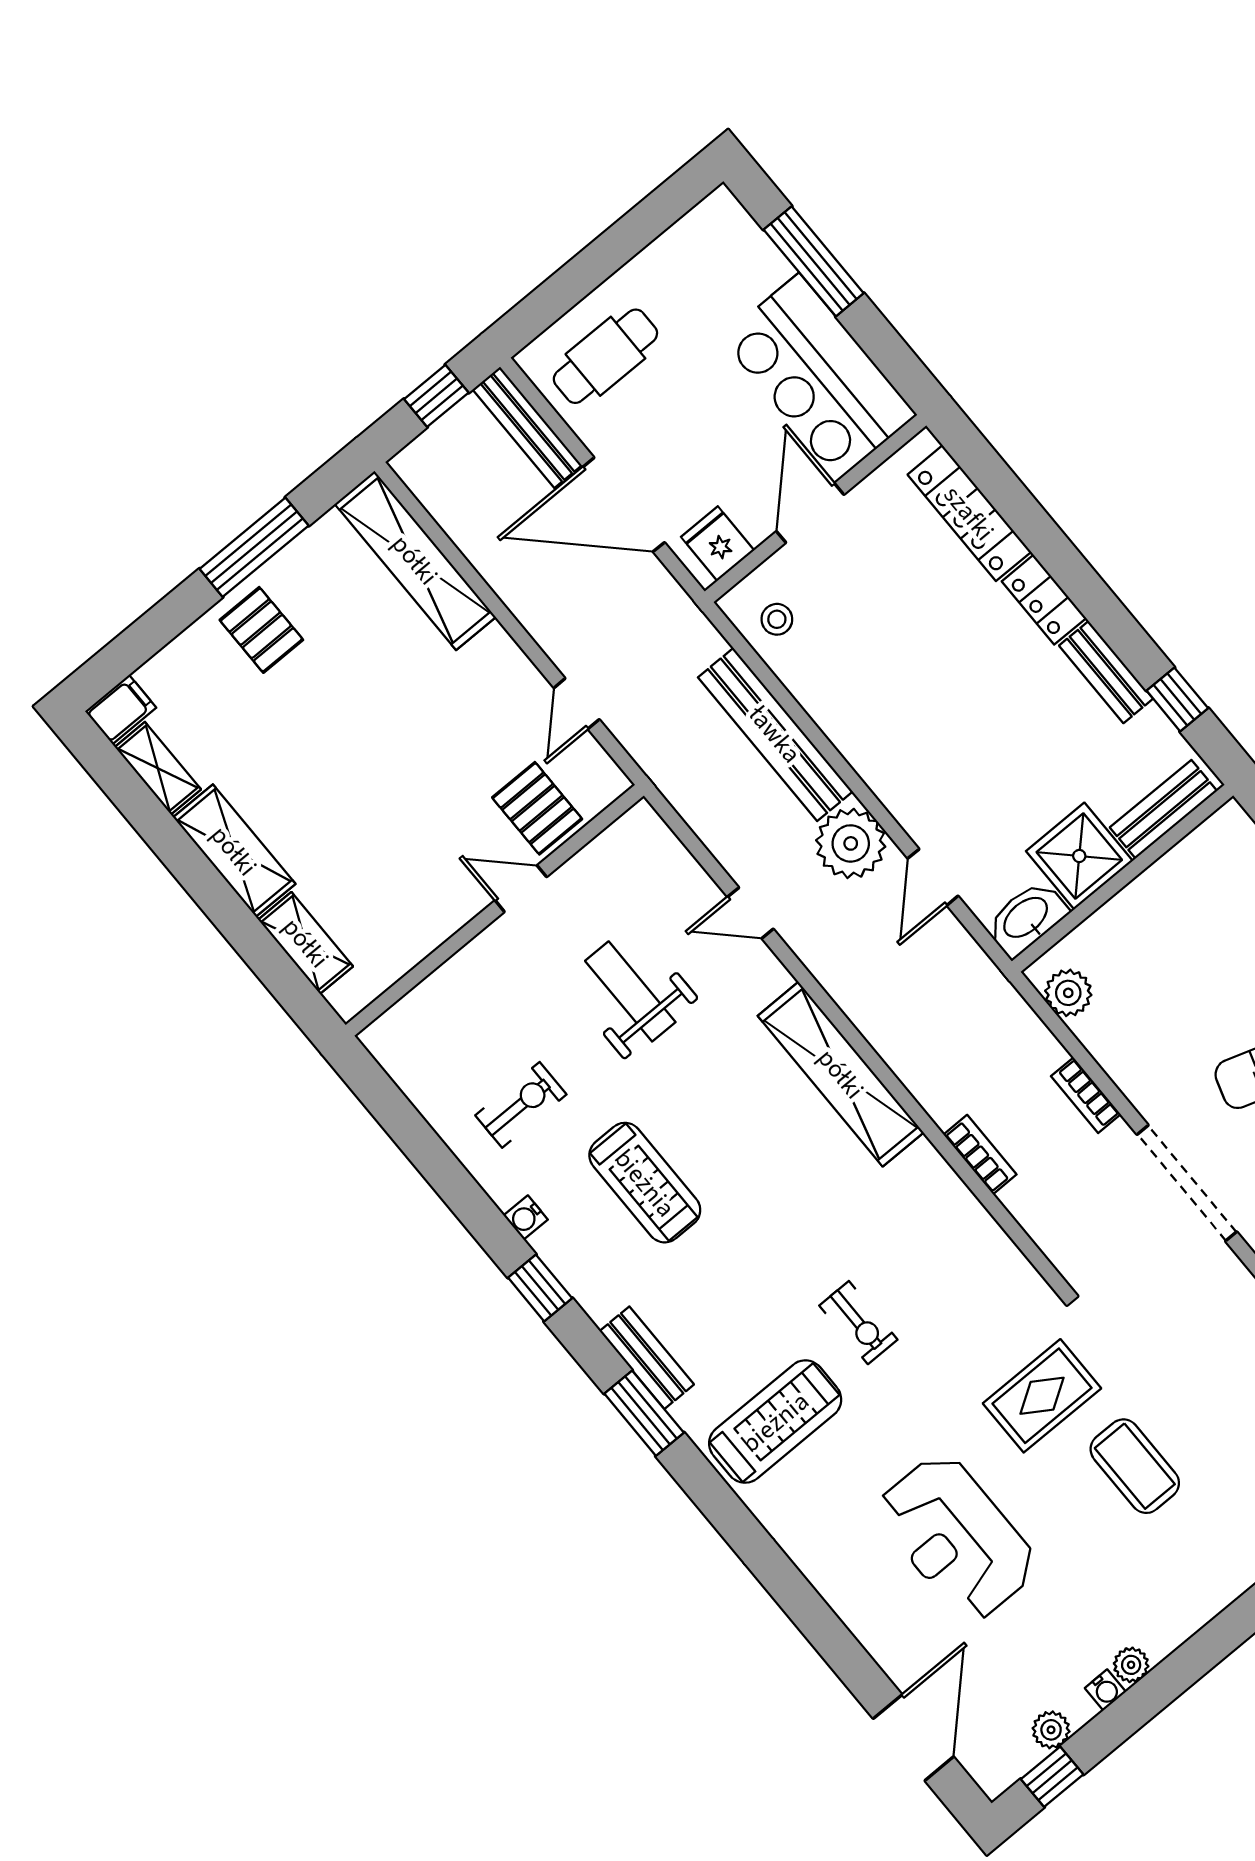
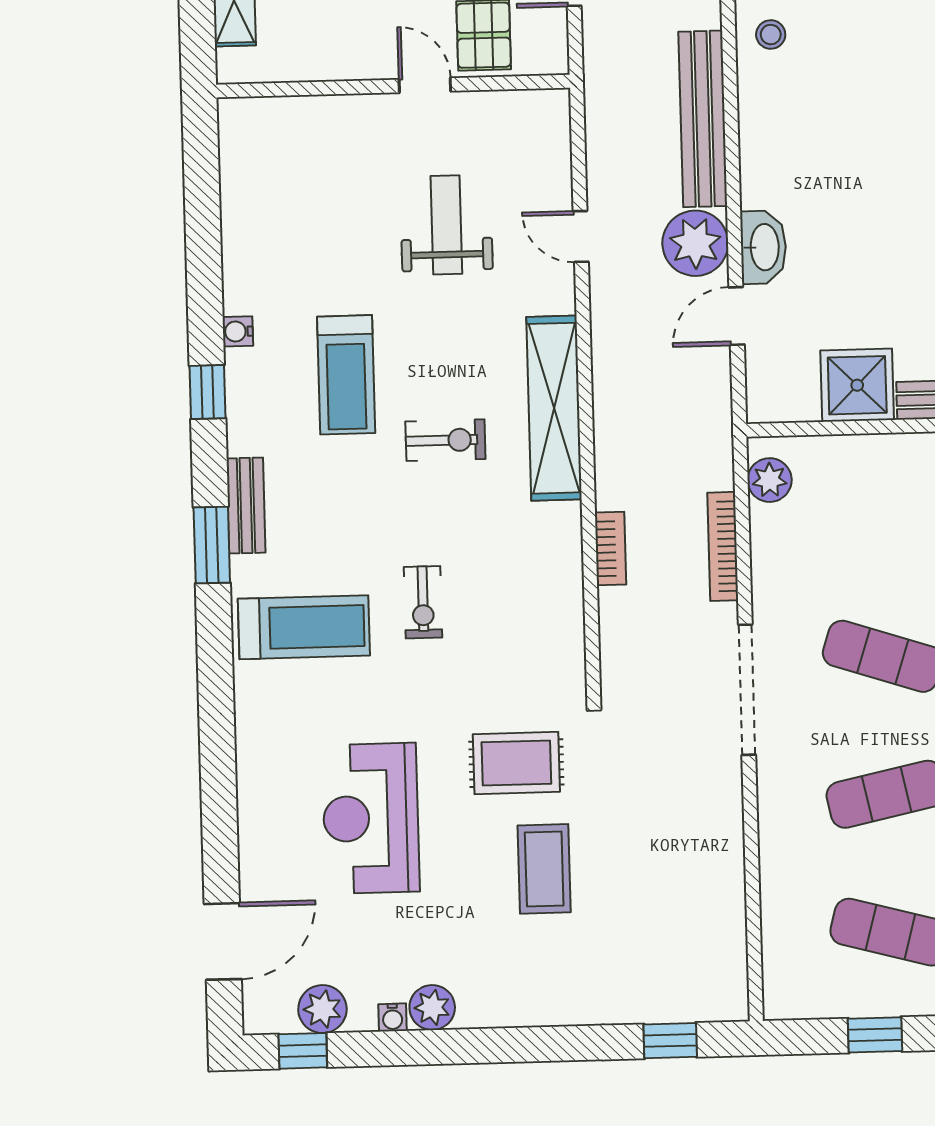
washbasin: (1026, 918) -> (763, 247), moved, turned 90
bookcase: (1086, 1095) -> (723, 546), width x1.56
exercise bike: (521, 1105) -> (445, 440), moved
plant: (1131, 1665) -> (432, 1008), width x1.38, depth x1.38
plant: (1051, 1730) -> (322, 1009), width x1.38, depth x1.38

